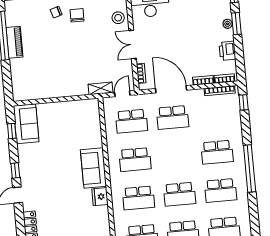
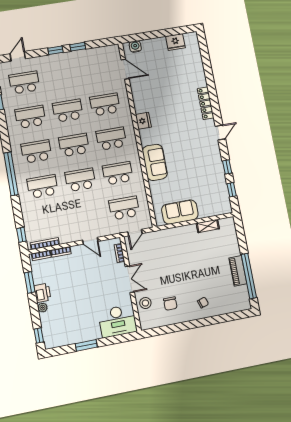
chair: (77, 15) -> (170, 304), moved
window: (236, 24) -> (30, 282), moved
printer: (227, 51) -> (42, 293), moved
shelving: (101, 88) -> (208, 226), moved
door: (171, 89) -> (90, 241), width x0.53
school desk: (173, 117) -> (80, 180), moved
sofa: (26, 124) -> (180, 212), moved, turned 90
window: (15, 171) -> (227, 167), moved
fridge: (100, 197) -> (143, 121), moved

